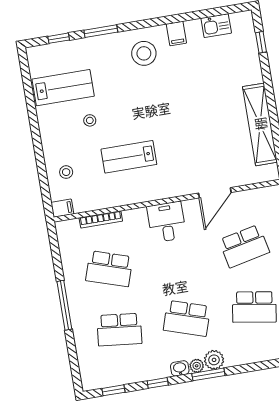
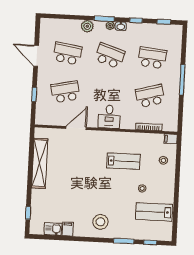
filing cabinet: (176, 33) -> (68, 229), moved
school desk: (109, 269) -> (150, 96), turned -33
plant: (214, 360) -> (87, 26), moved

